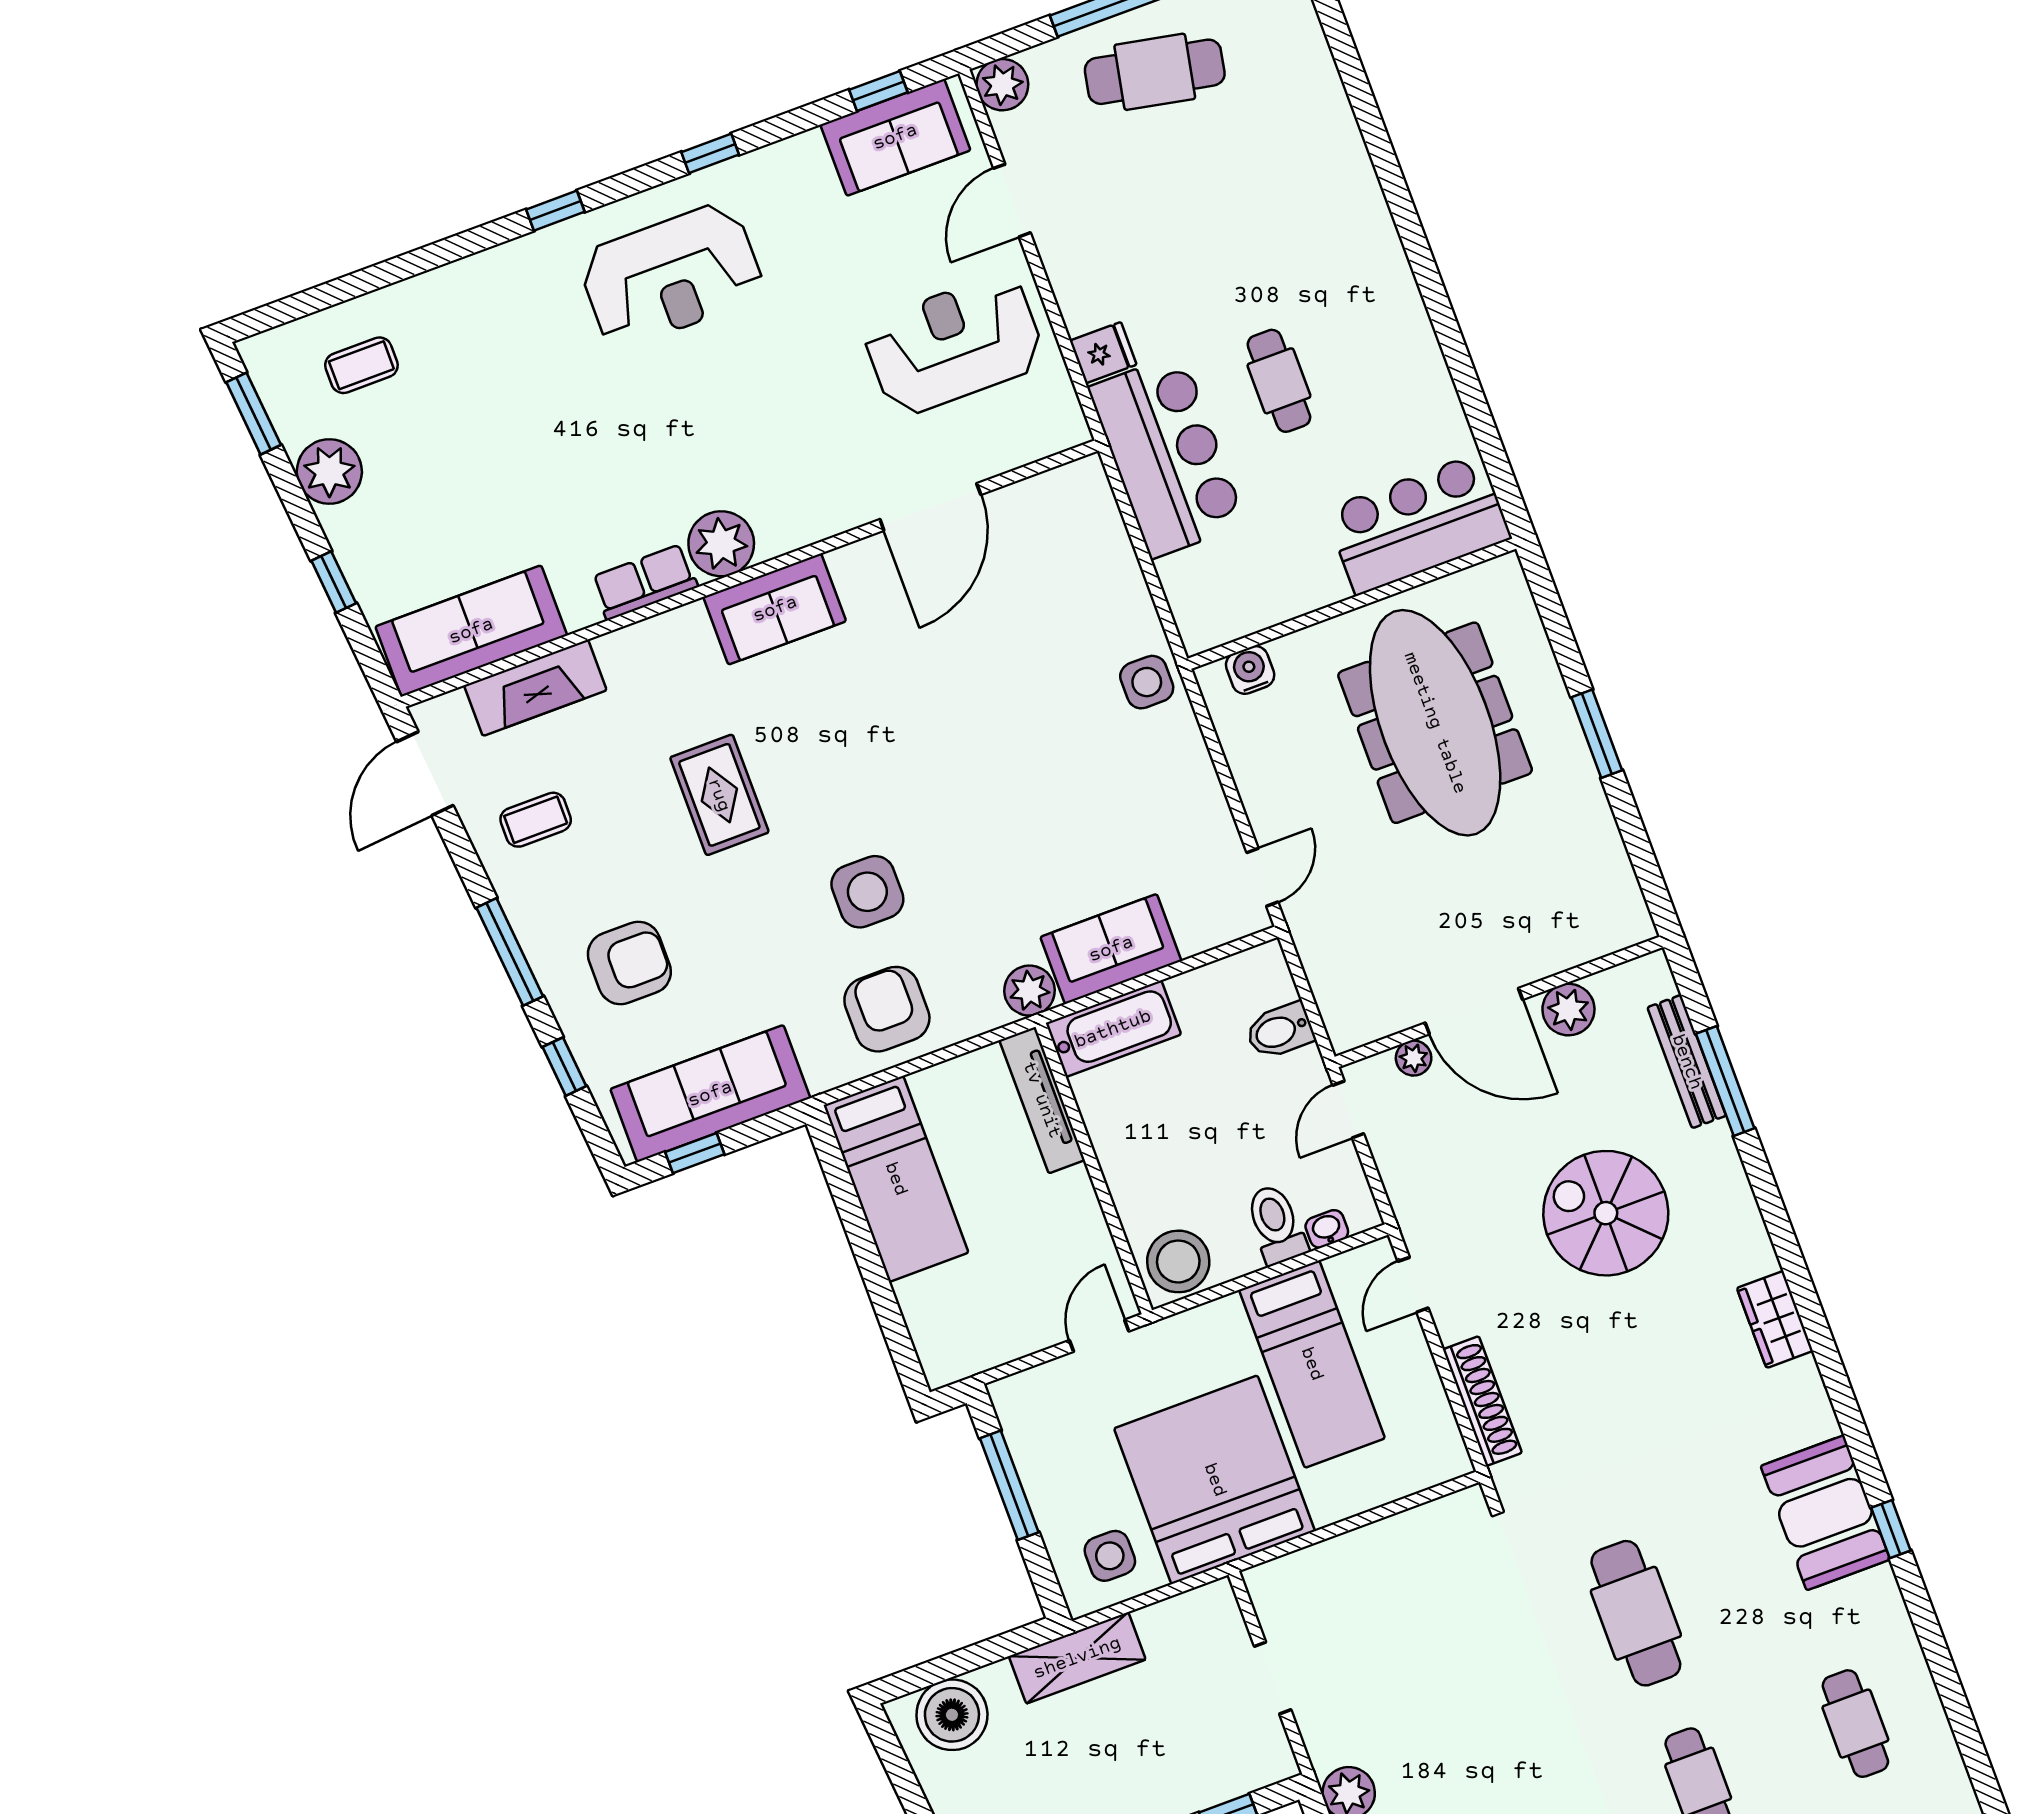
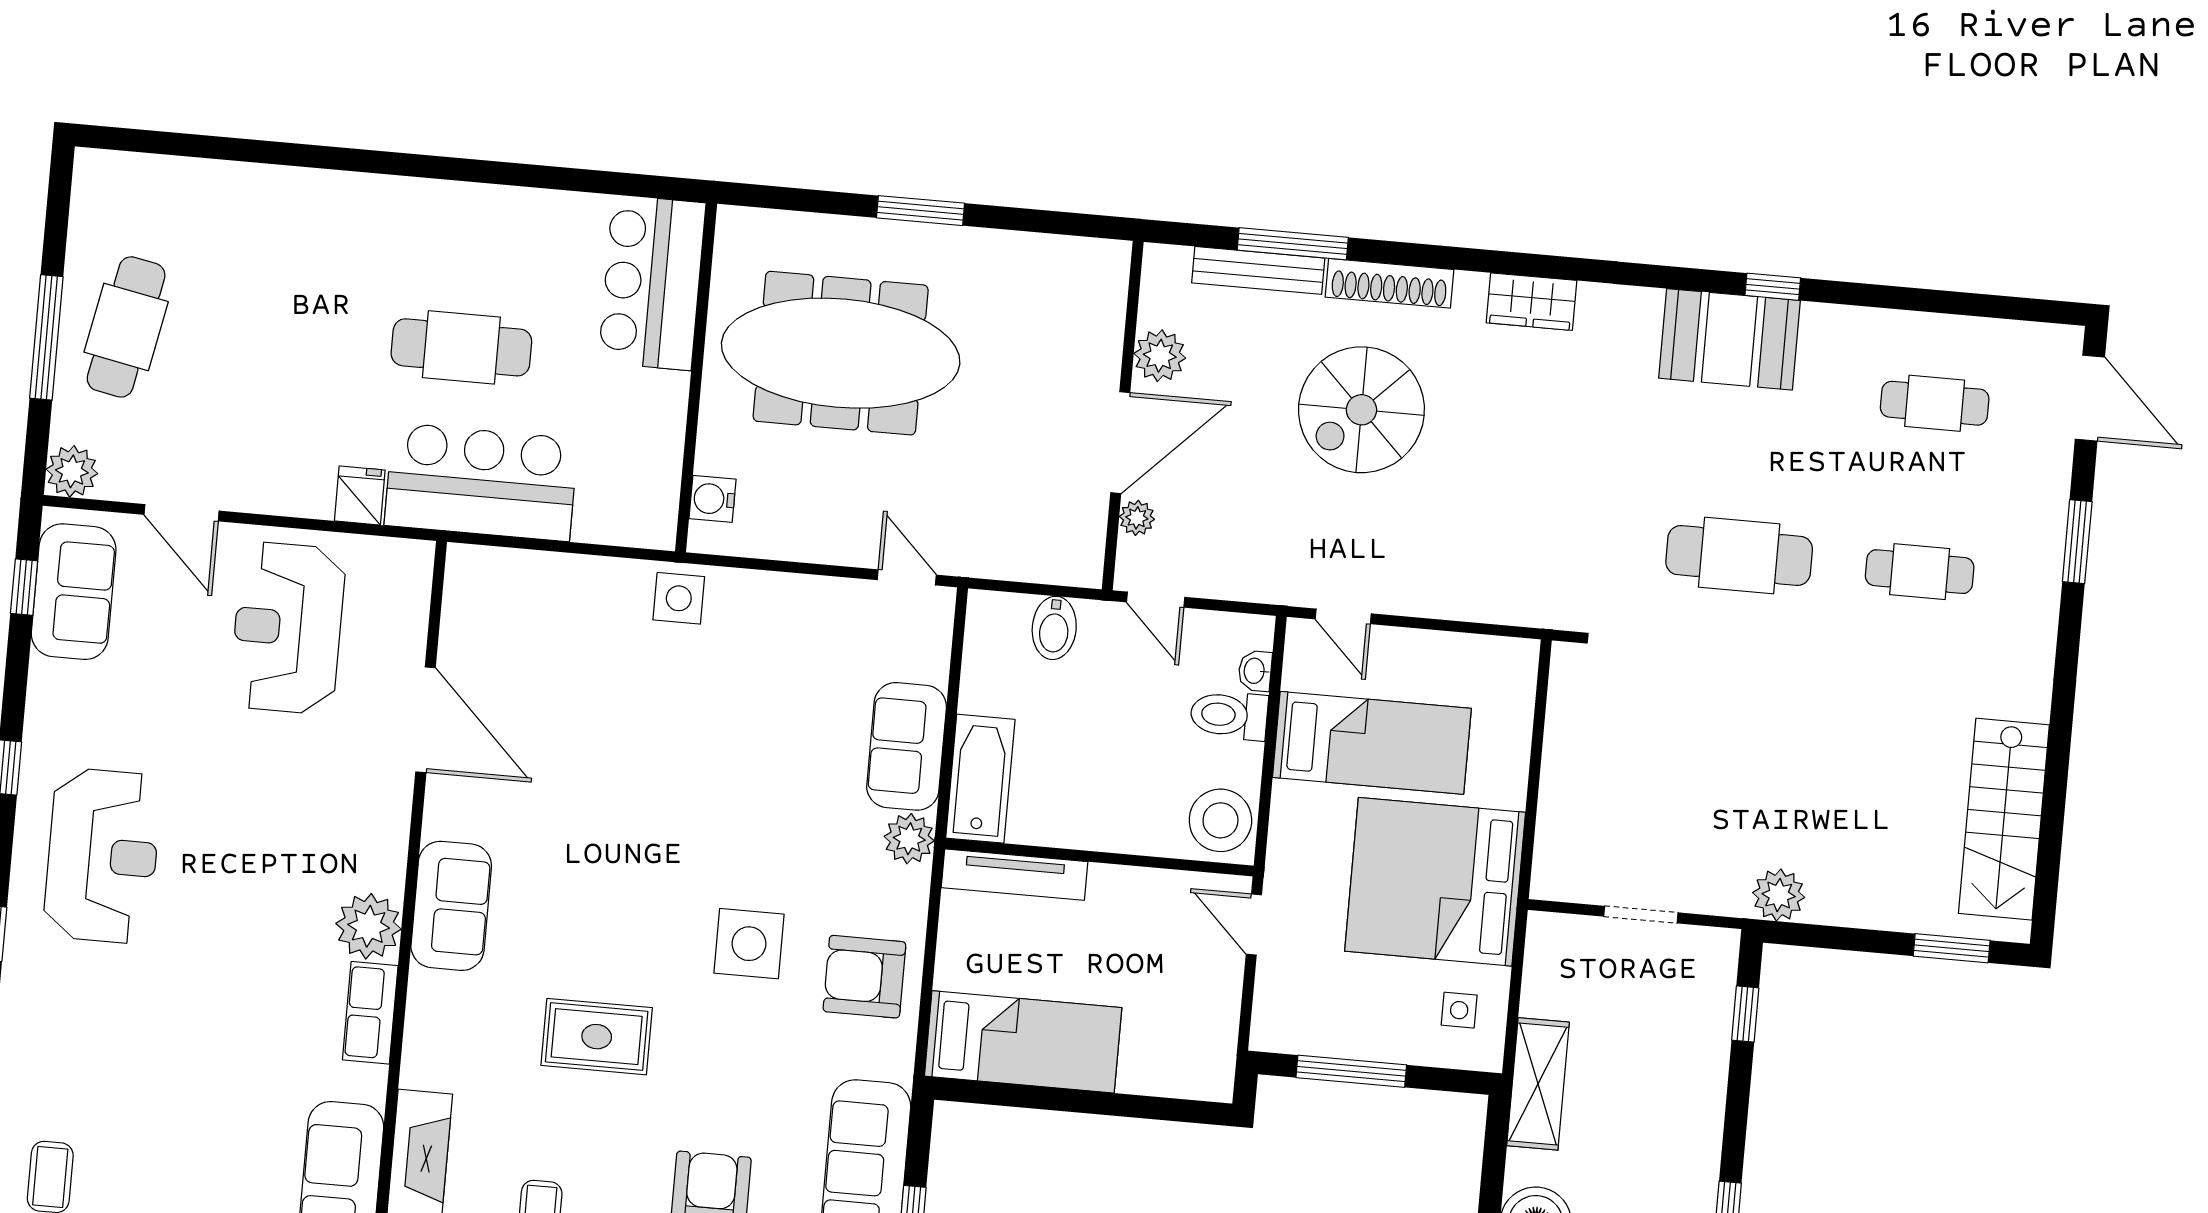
cafe table: (1279, 381) -> (461, 347), width x1.37, depth x1.35
shoe rack: (1482, 1401) -> (1389, 283), moved, turned 180
side table: (1110, 1556) -> (1459, 1010), width x0.73, depth x0.73

